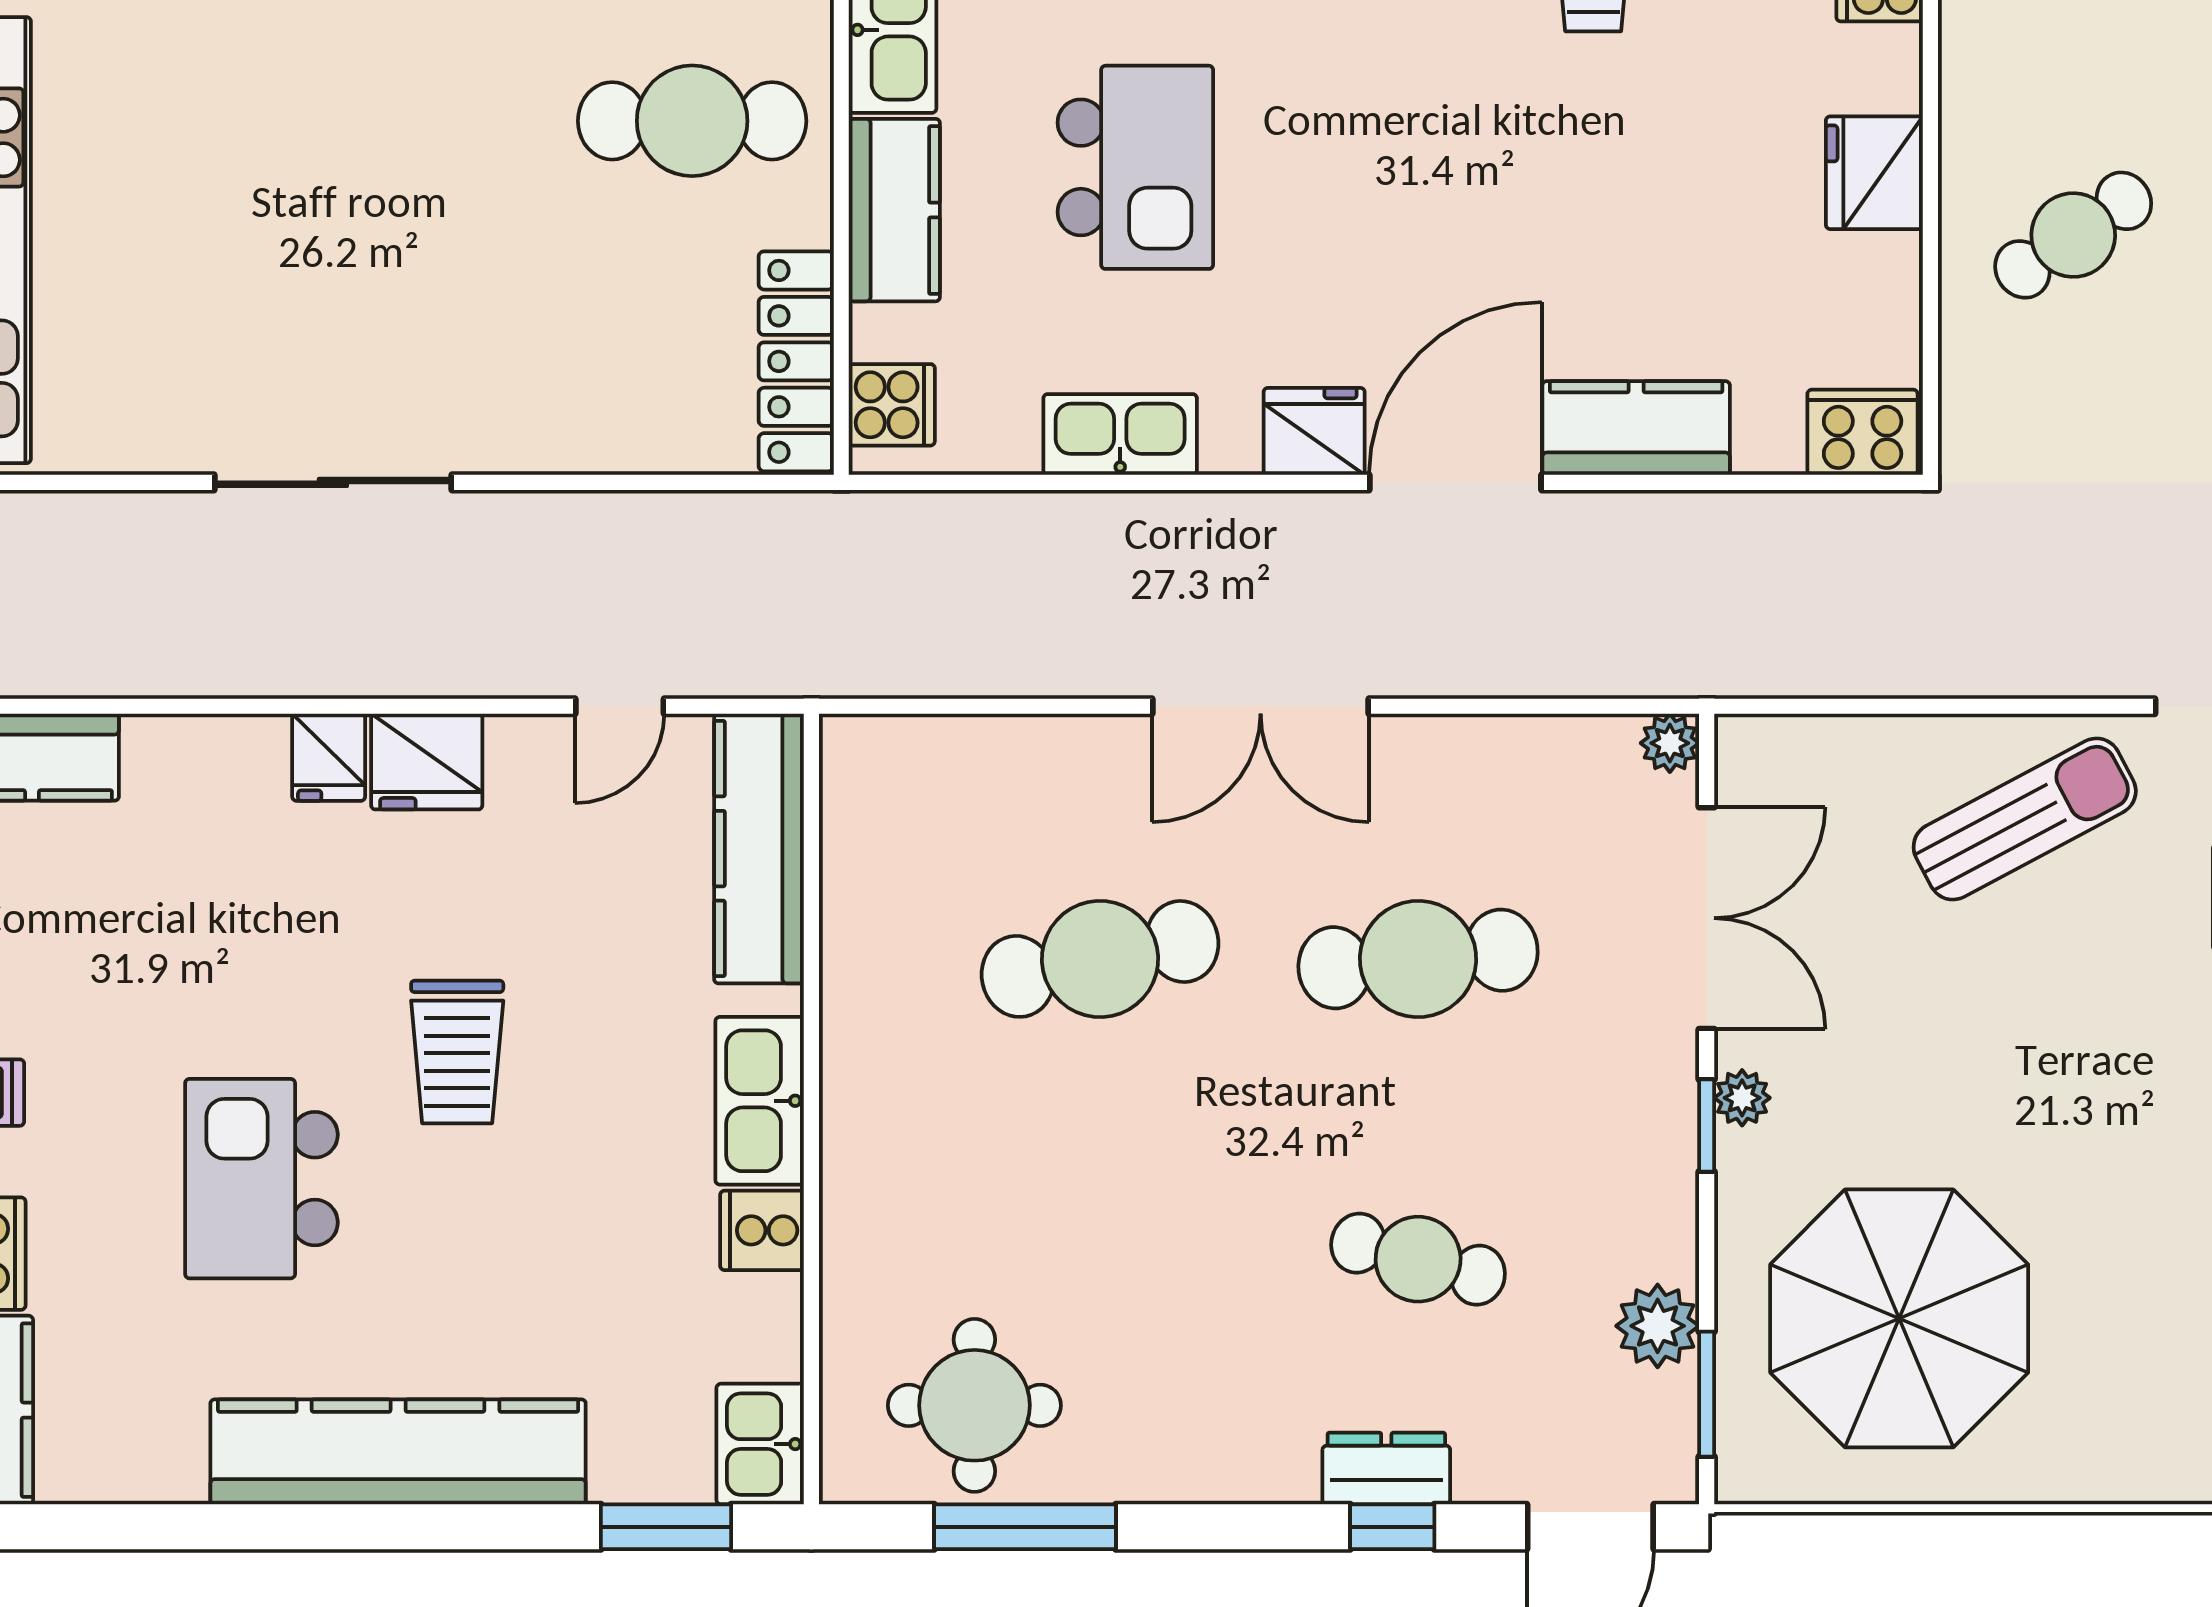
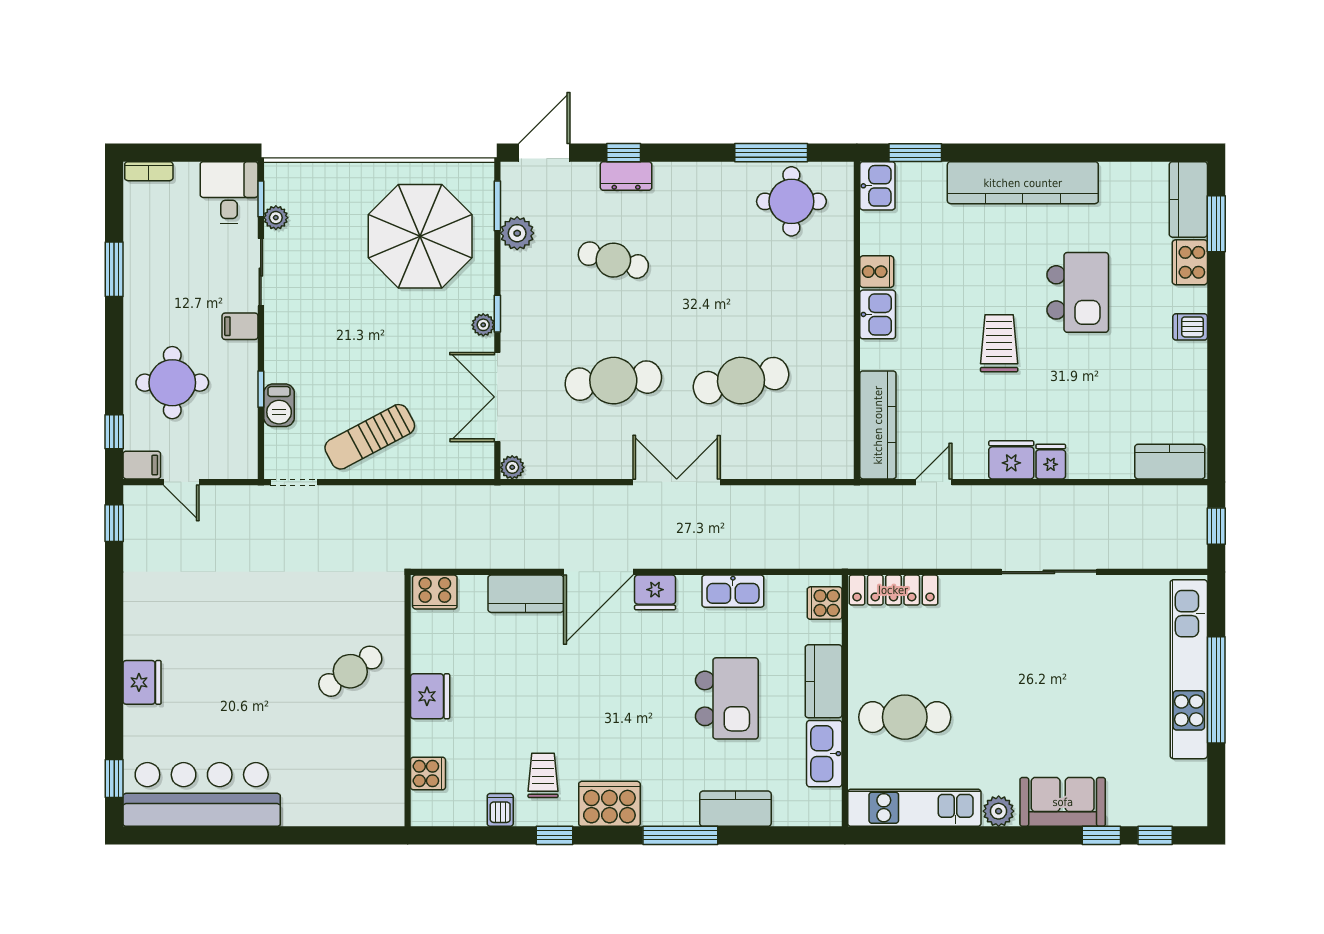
kitchen island: (1135, 167) -> (727, 698), turned 180
locker: (796, 361) -> (893, 590), moved, turned 90
kitchen sink: (760, 1101) -> (878, 314), width x0.73

